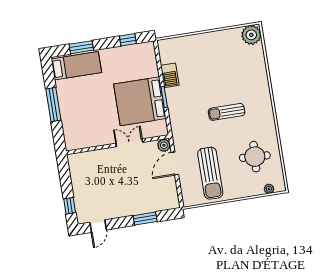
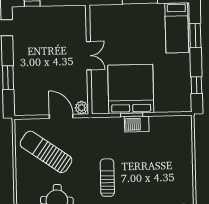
barbecue: (170, 75) -> (137, 124), moved
double door: (129, 143) -> (89, 56), moved
sun lounger: (210, 173) -> (46, 152), turned 35

